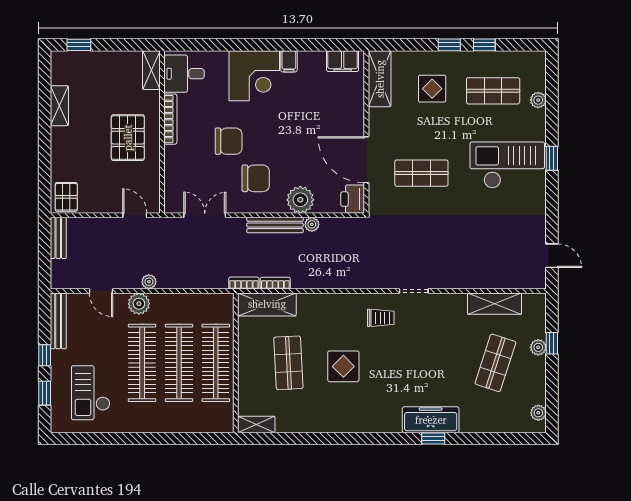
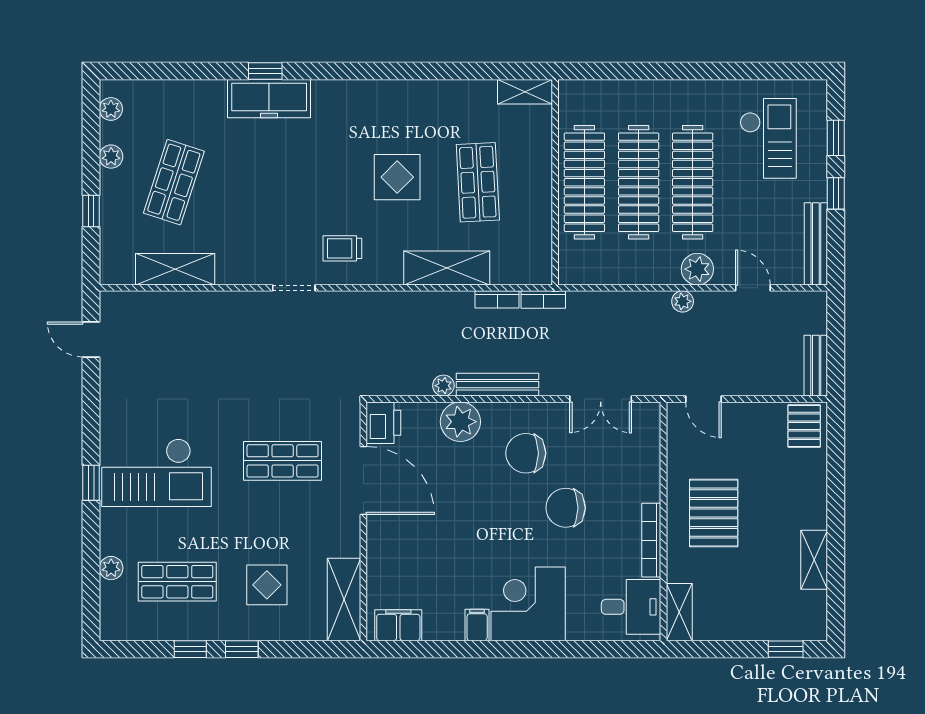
shelving: (267, 304) -> (447, 268), moved
plant: (538, 347) -> (111, 157), moved

